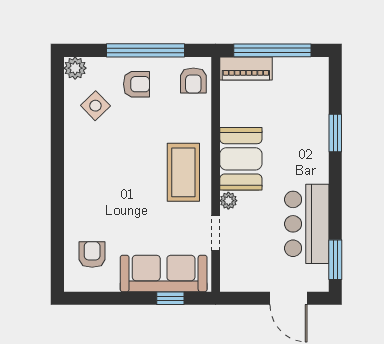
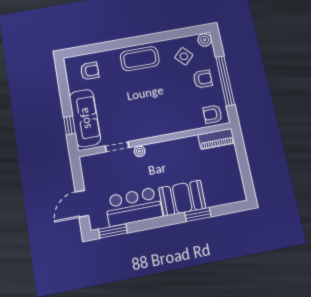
window: (272, 50) -> (243, 162), removed
piano: (246, 68) -> (216, 139), moved, turned -90
armchair: (137, 84) -> (203, 79), turned -90
booth: (241, 159) -> (182, 198), moved
coffee table: (183, 172) -> (140, 59), moved

